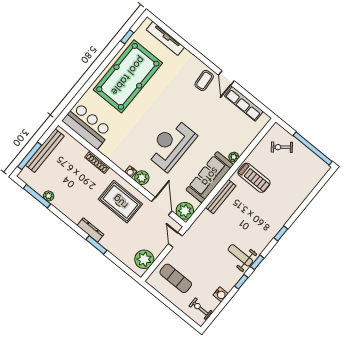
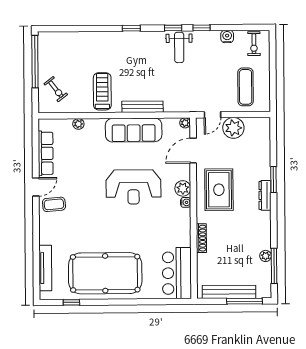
plant: (234, 157) -> (78, 124), moved
plant: (185, 211) -> (185, 123), width x0.53, depth x0.53
plant: (144, 259) -> (233, 128), moved

